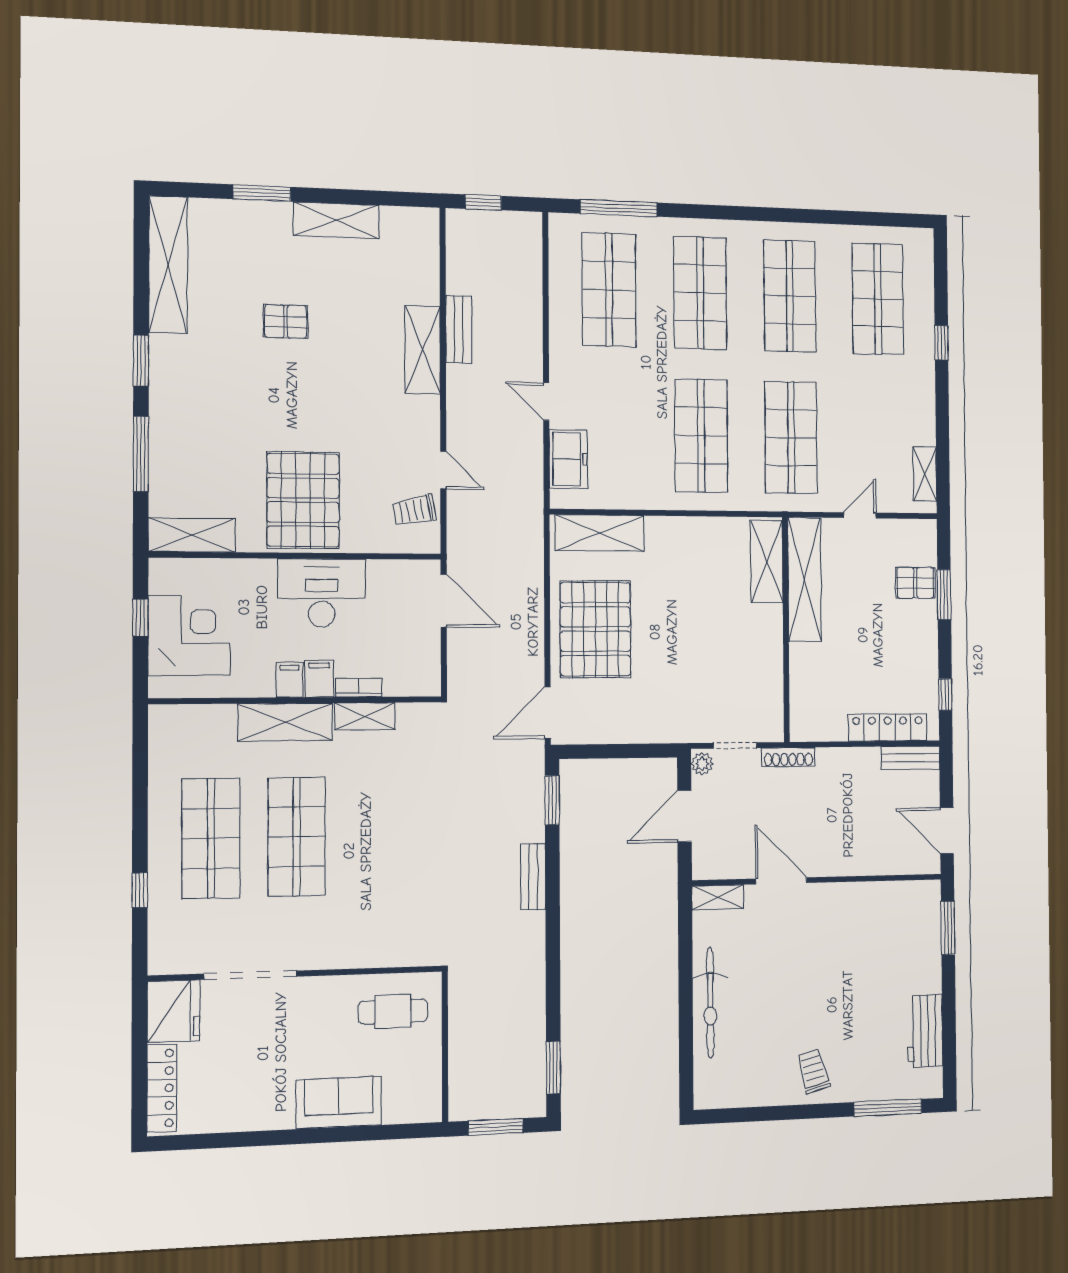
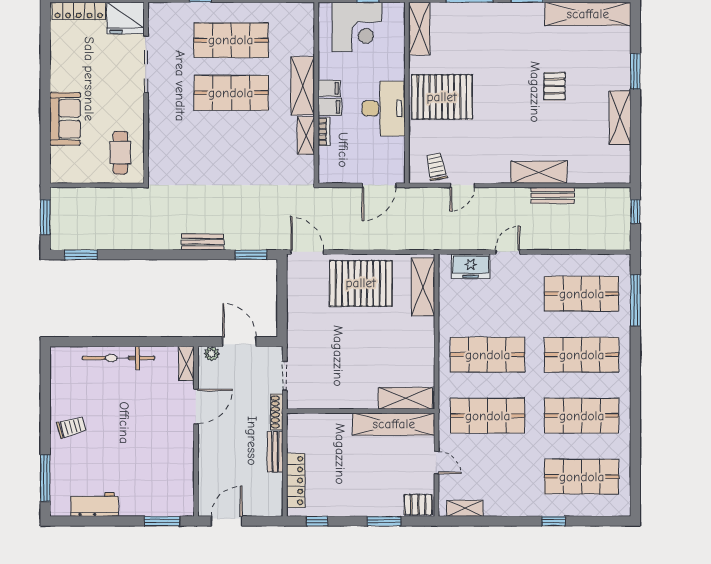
pallet: (915, 583) -> (418, 505), moved, turned 90
bench: (910, 758) -> (275, 452), moved
plant: (702, 764) -> (212, 354), moved

